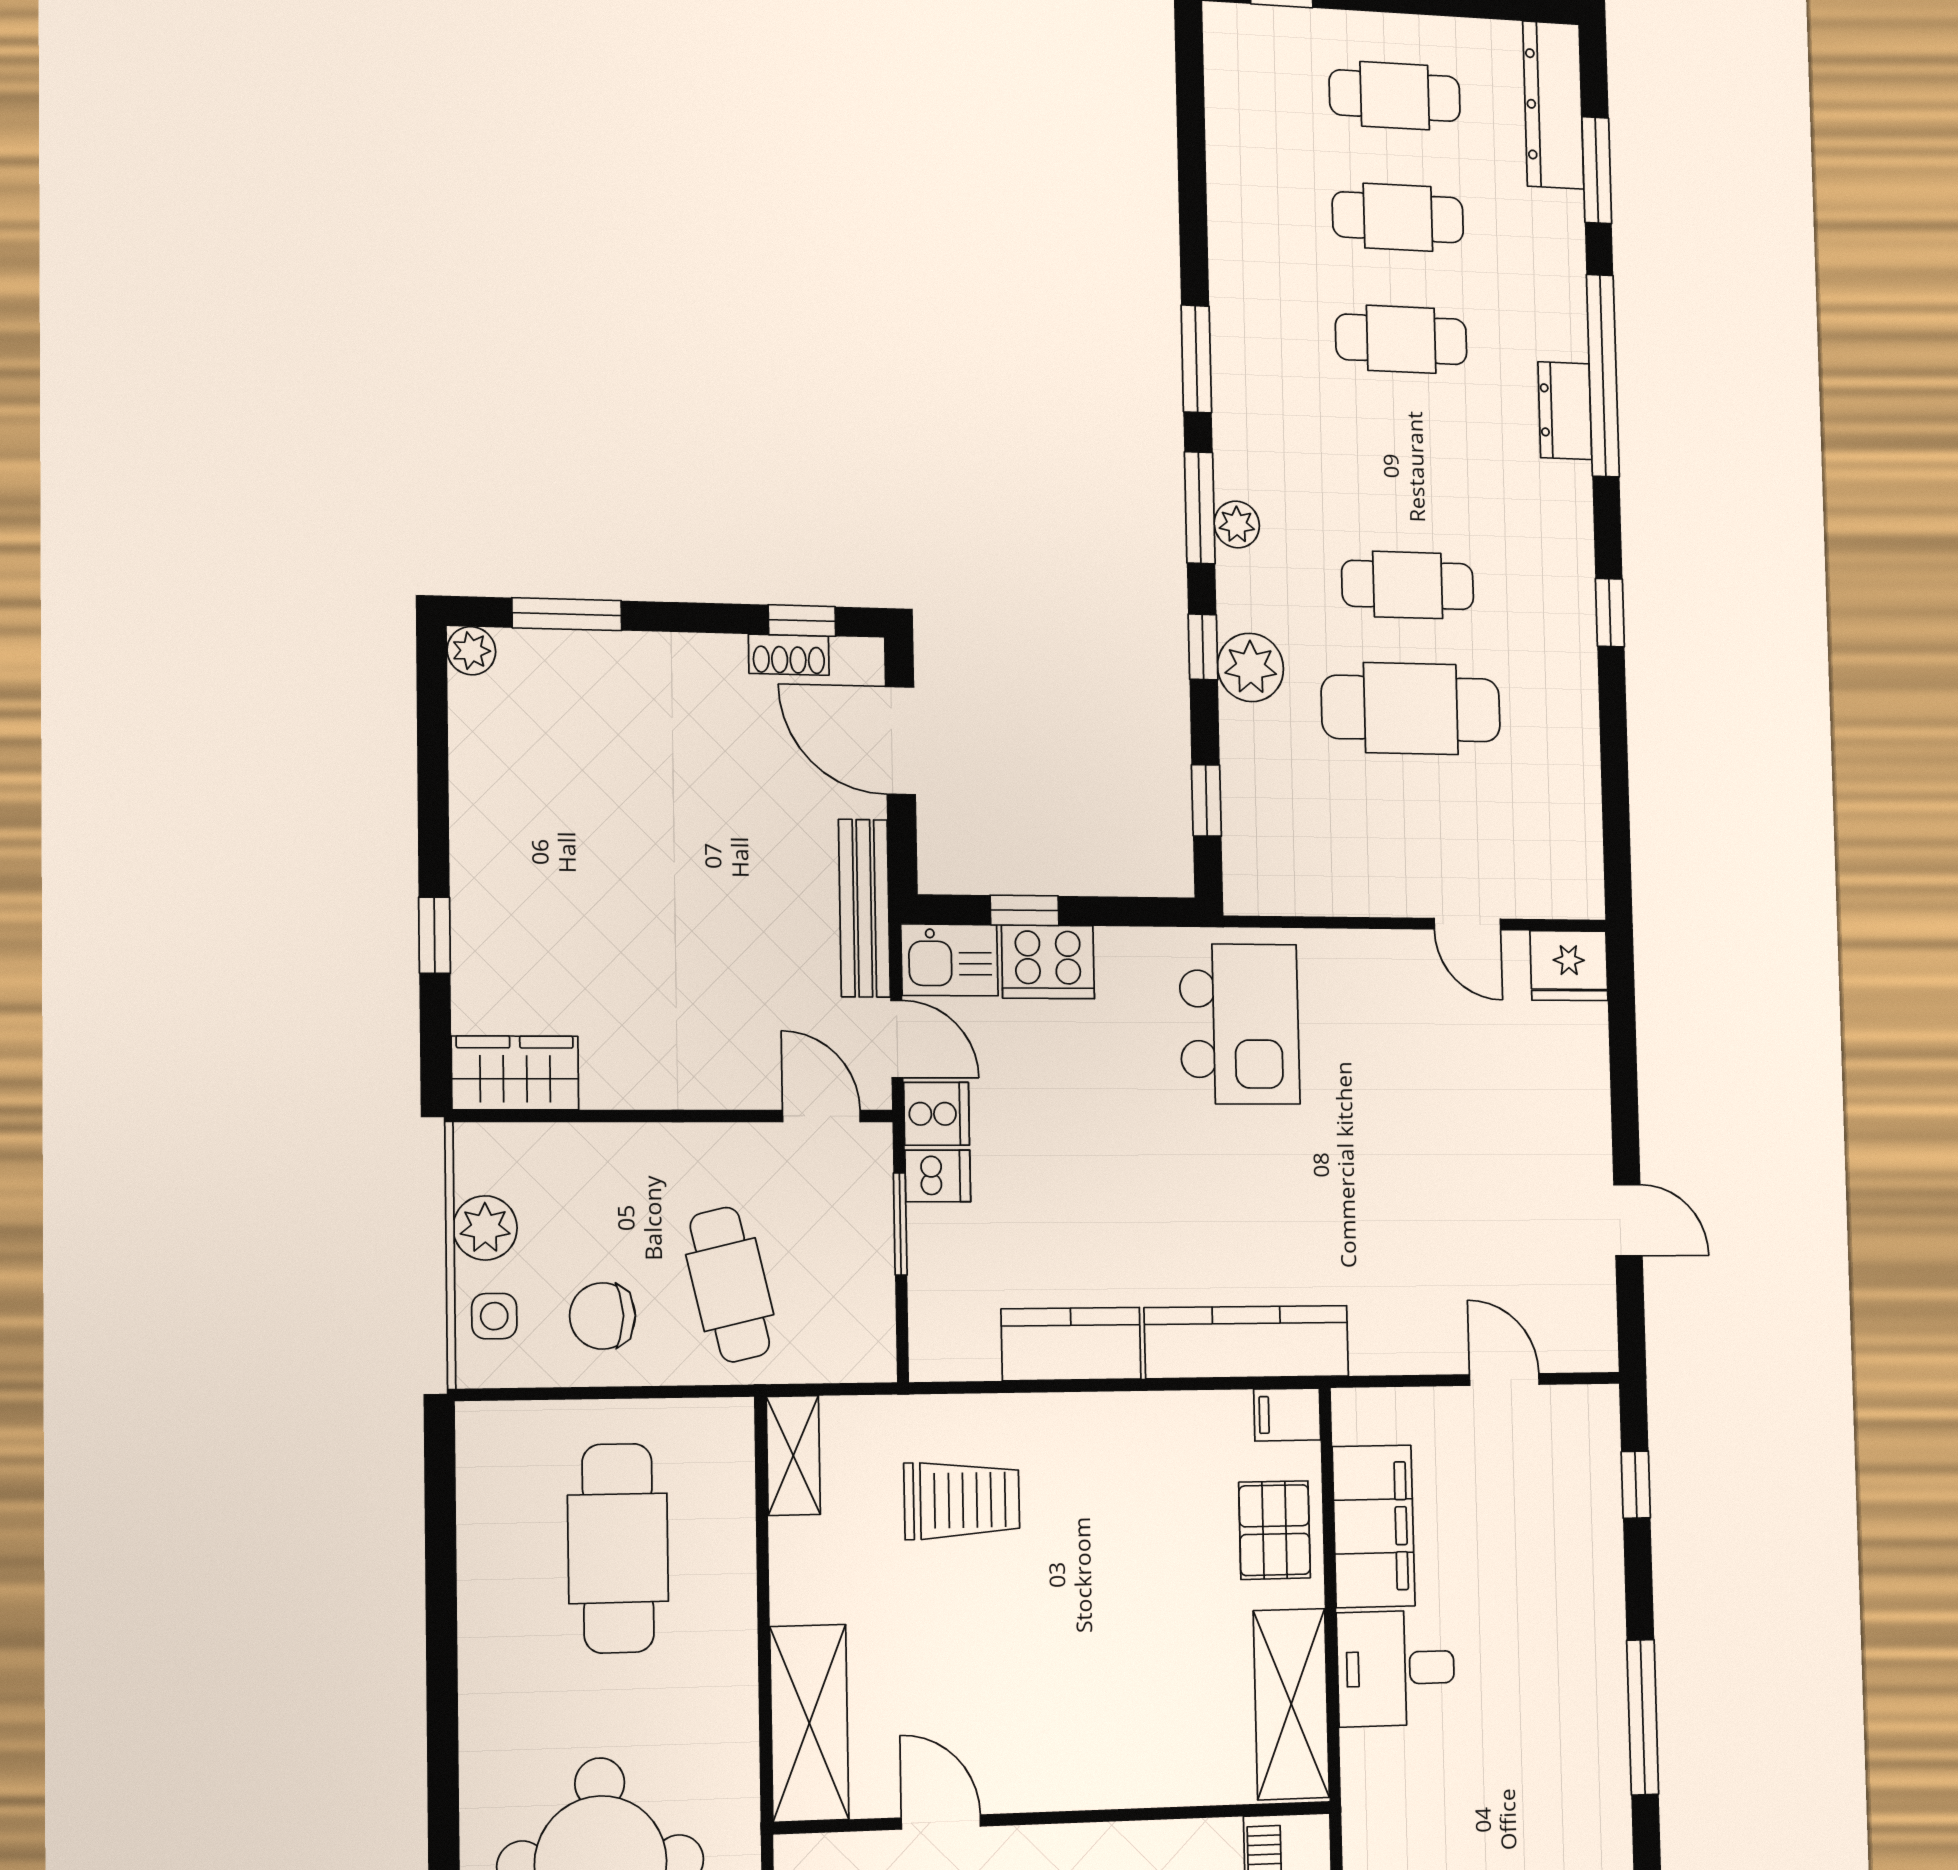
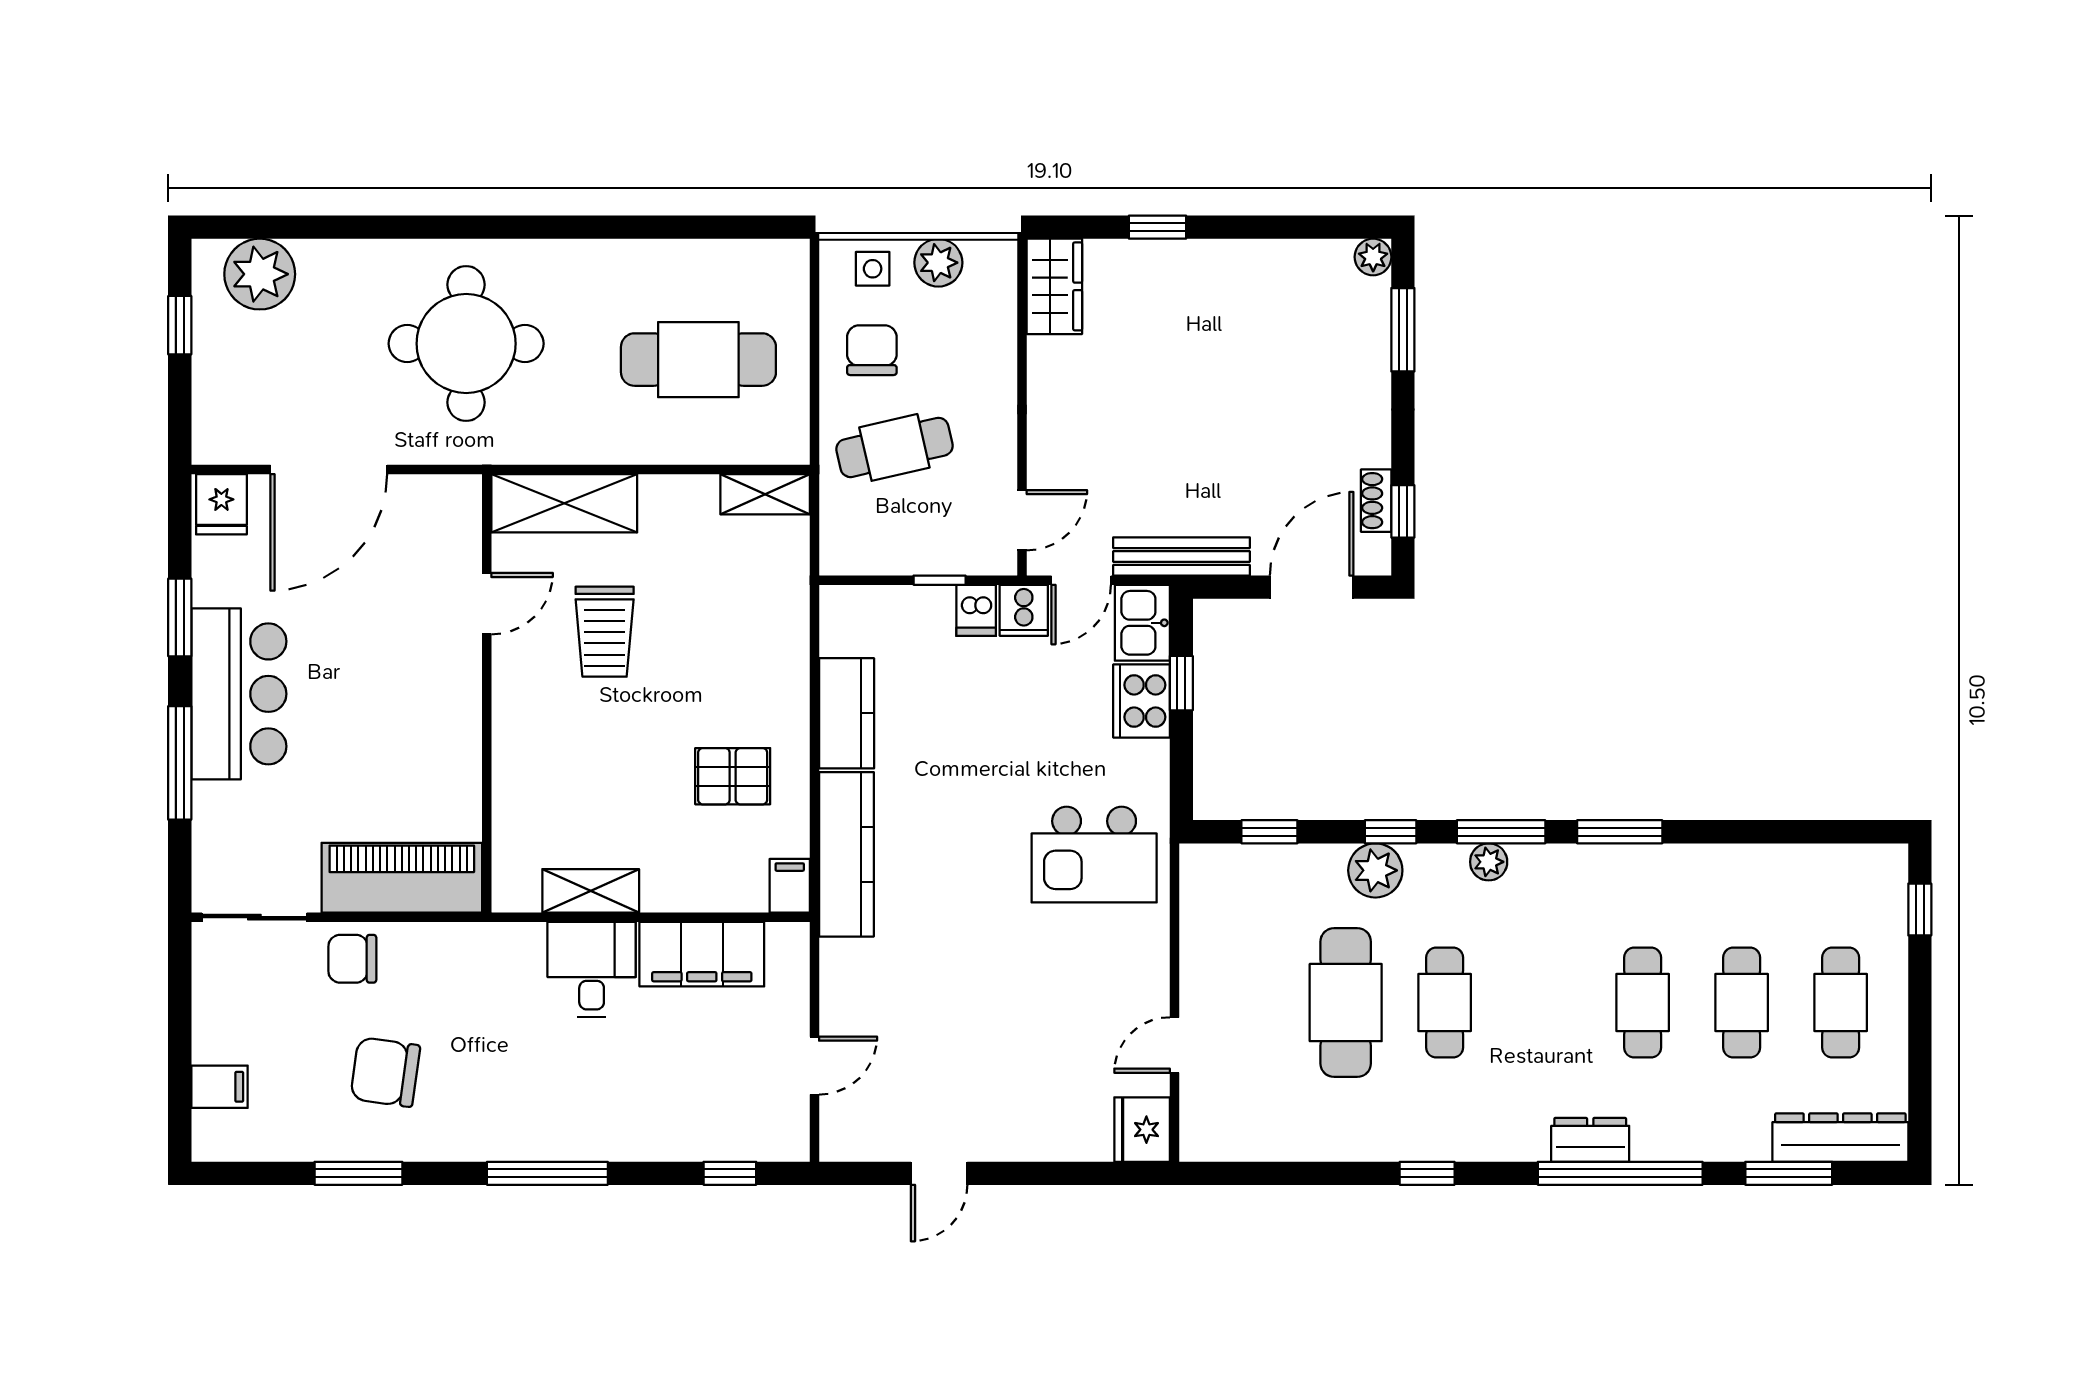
window: (900, 1224) -> (940, 580), width x0.67
trolley: (962, 1500) -> (605, 632), moved
pallet: (1275, 1530) -> (733, 776), moved
shelving: (1291, 1704) -> (591, 891), width x0.67, depth x0.75

